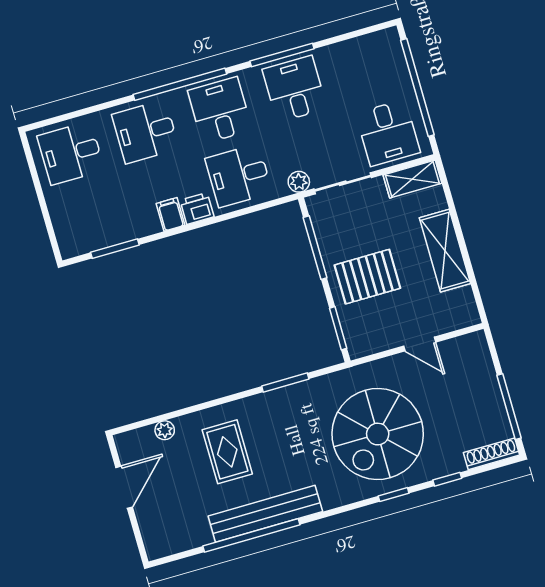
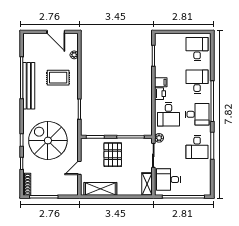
desk: (295, 89) -> (197, 147), turned 90
desk: (239, 176) -> (169, 114), turned 180
shelving: (445, 251) -> (100, 189), moved

